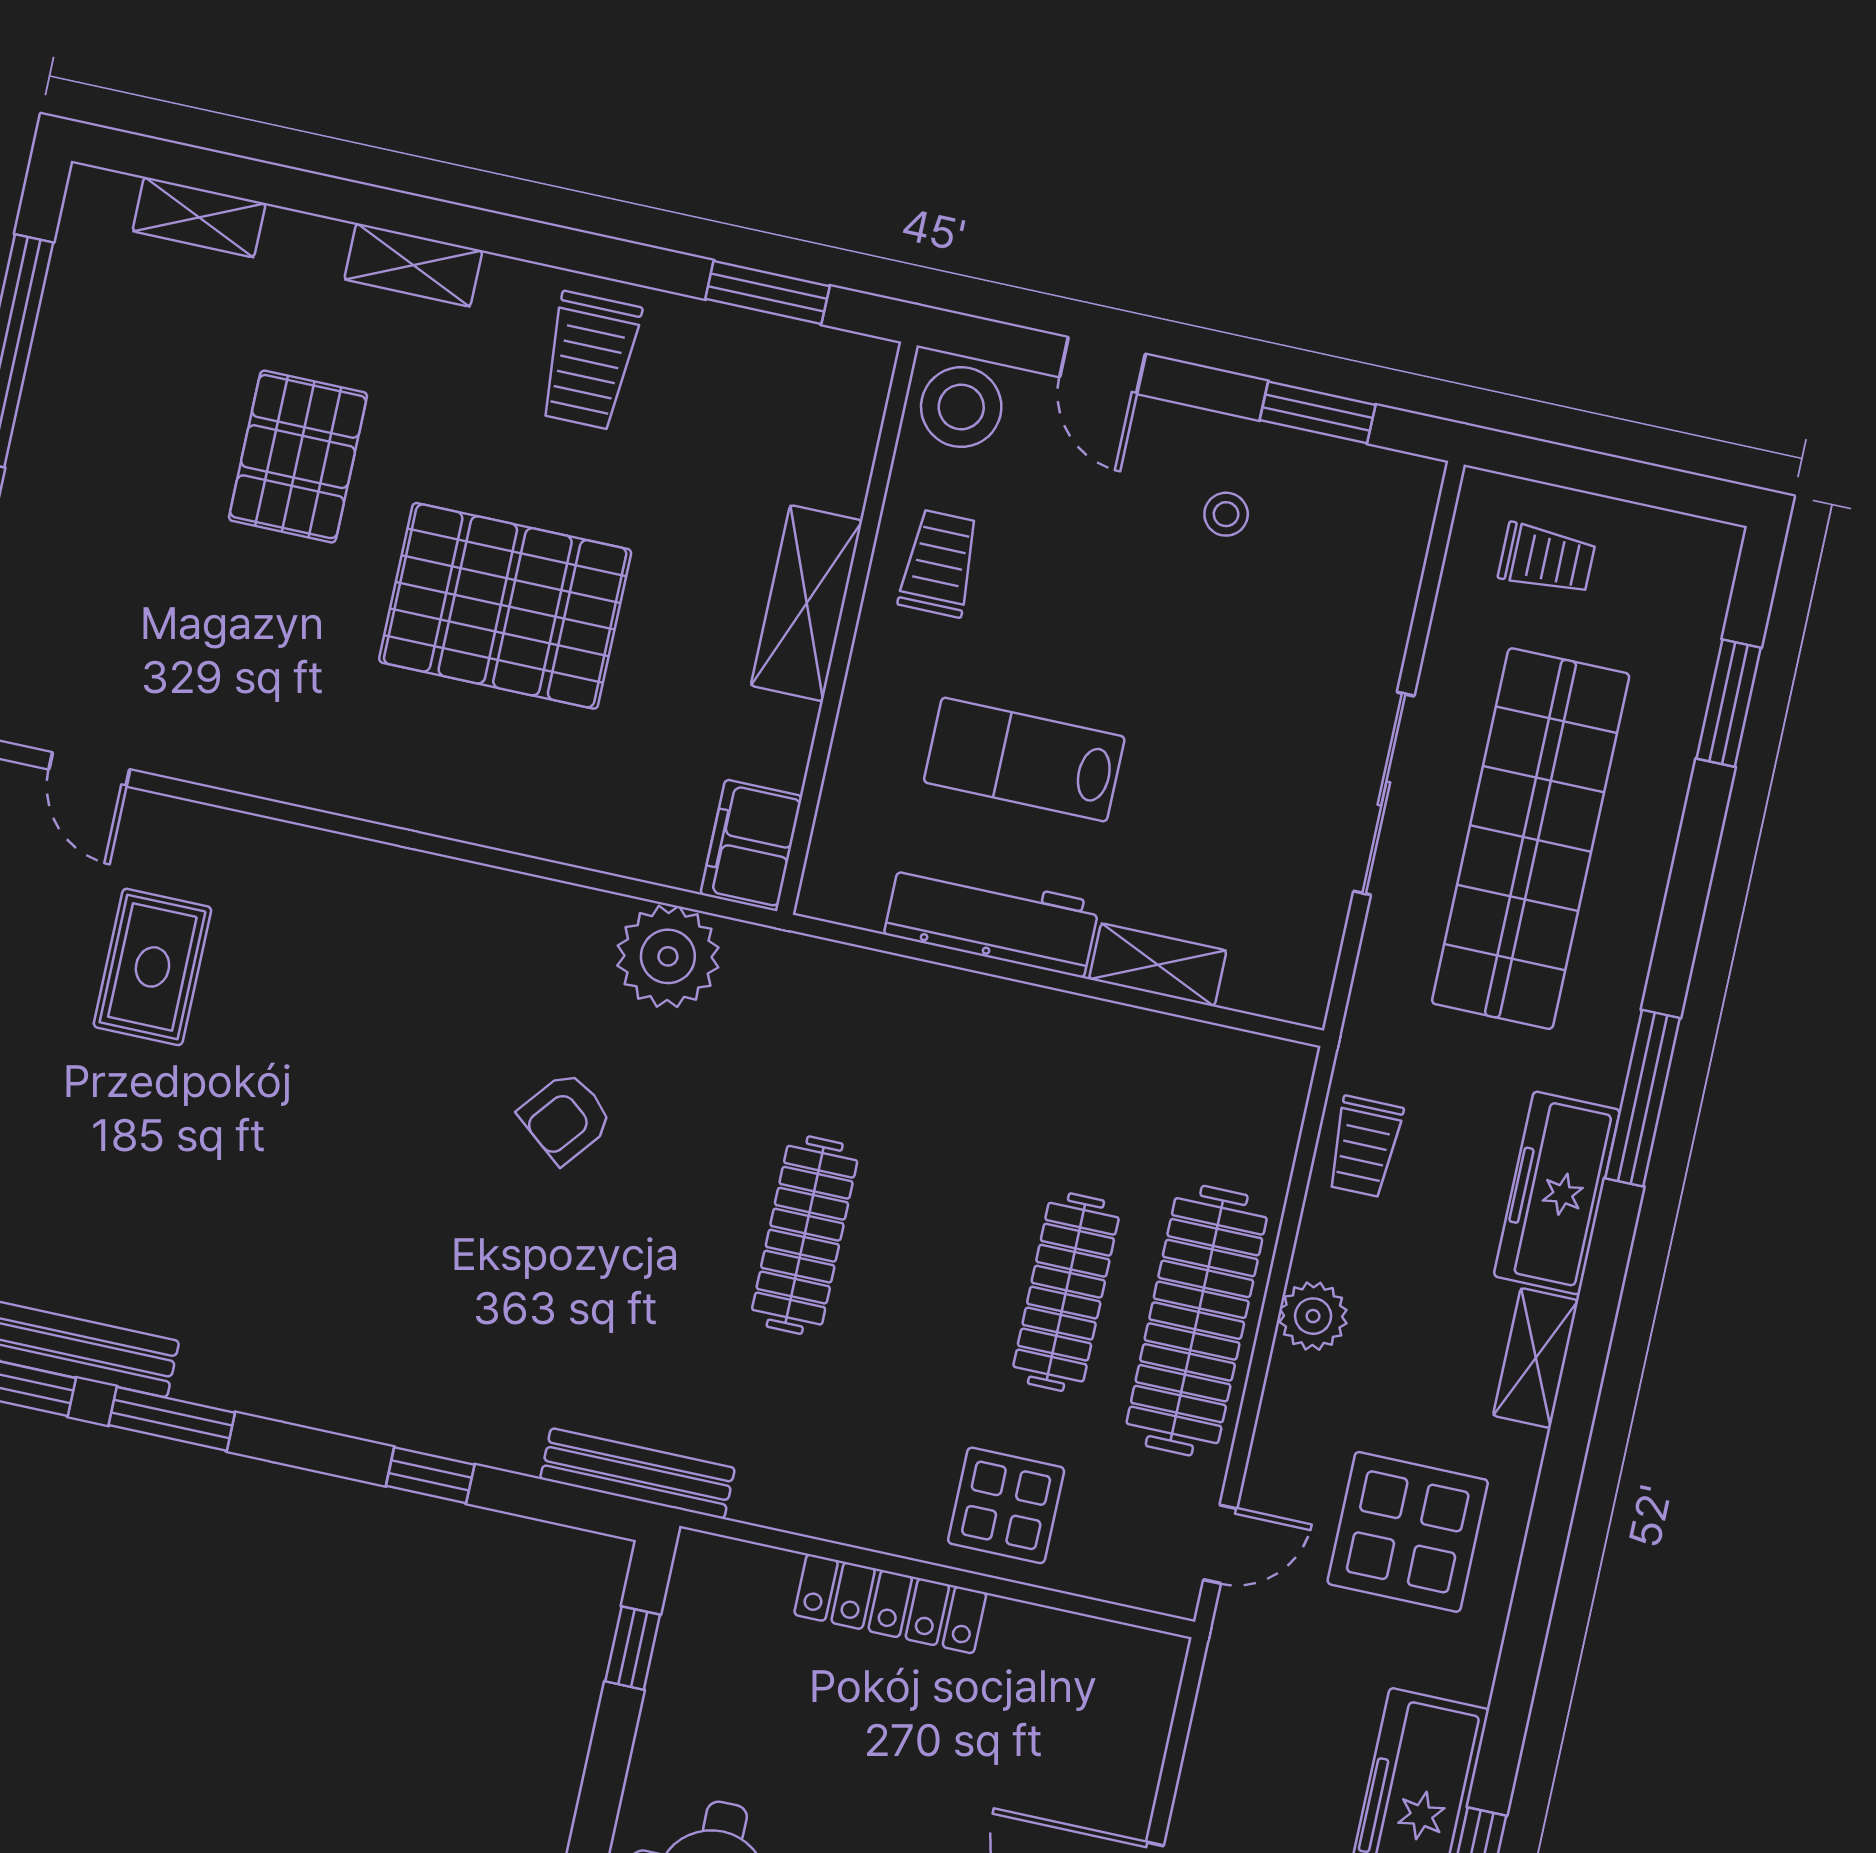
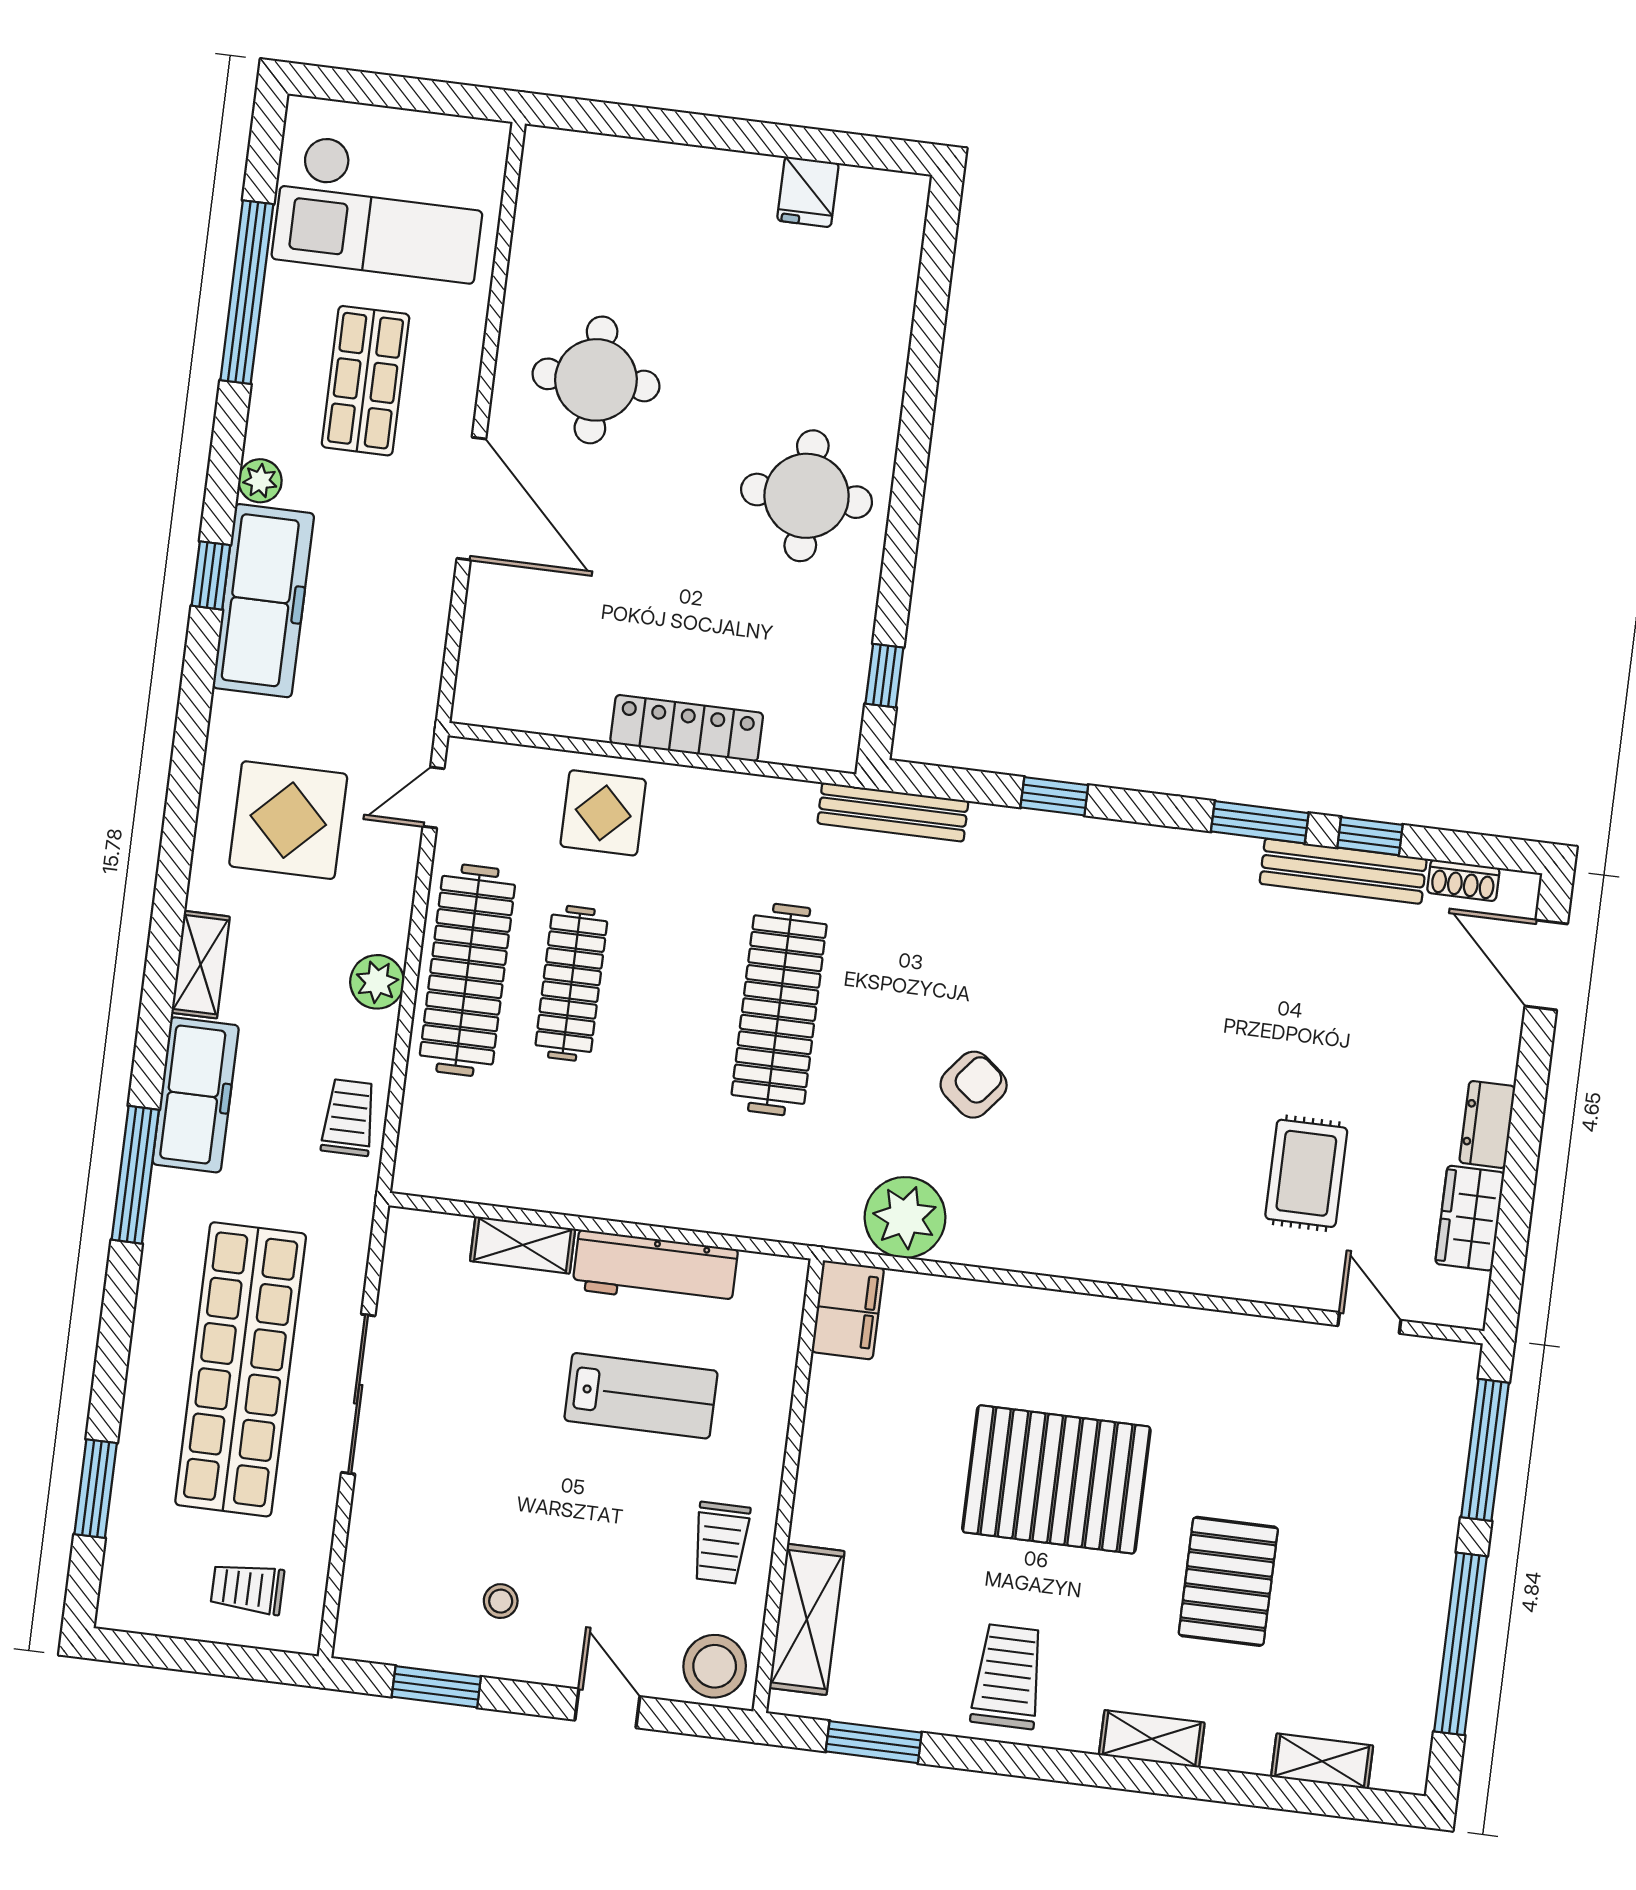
shelving: (807, 603) -> (807, 1619), moved
clothes rail: (805, 1235) -> (779, 1010), width x1.37, depth x1.31

